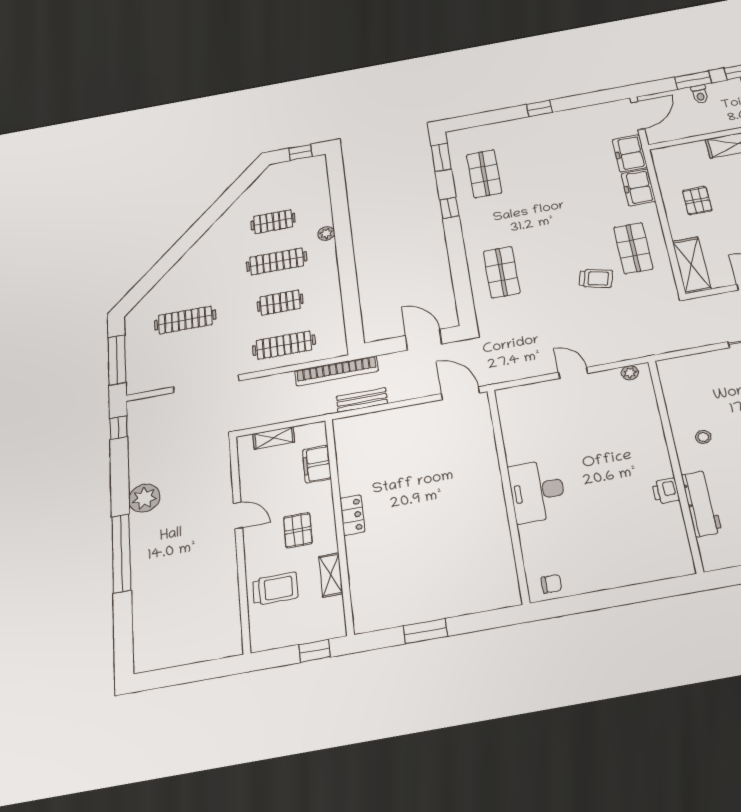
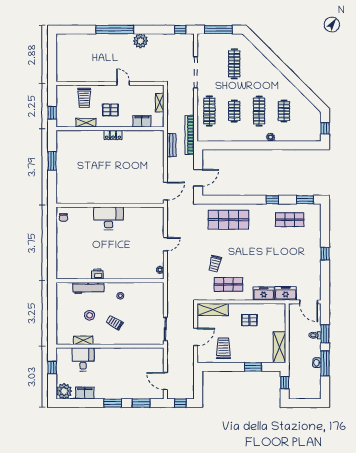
shop shelf: (502, 272) -> (228, 220), width x1.43, depth x1.36
door: (238, 515) -> (123, 83), swing flipped

